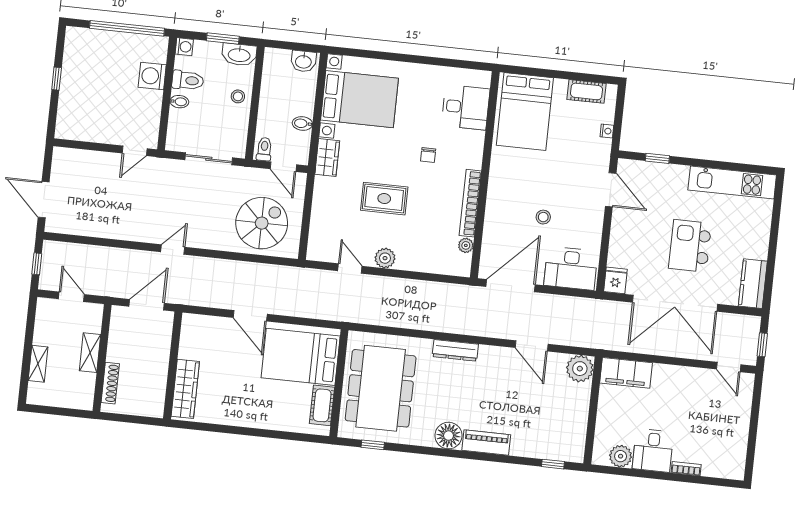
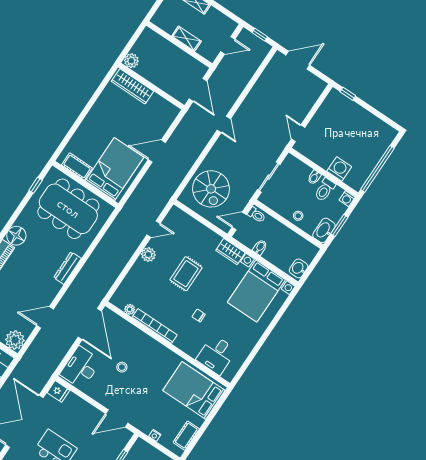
window: (57, 79) -> (348, 94), moved
shoe rack: (110, 383) -> (161, 41), removed
plant: (154, 407) -> (131, 61), added

